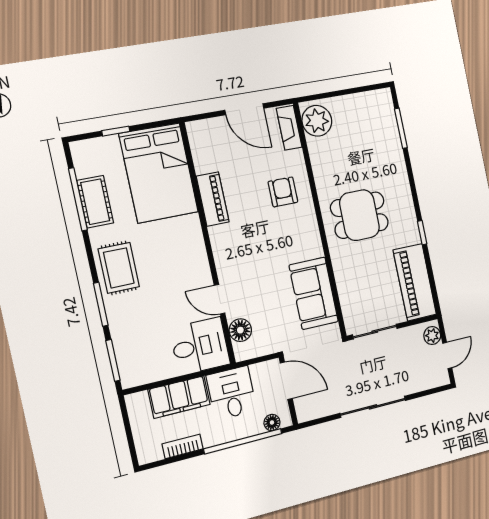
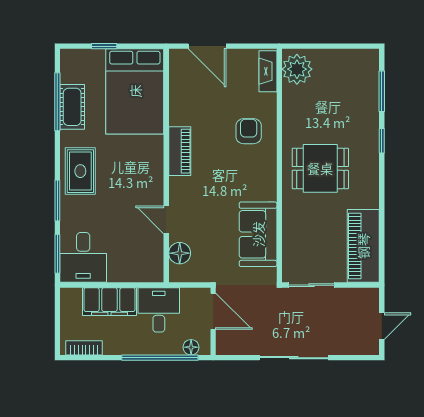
door: (244, 109) -> (207, 46), moved
piano: (213, 199) -> (180, 151), moved
window: (422, 233) -> (382, 141), moved
plant: (432, 336) -> (370, 303), removed
desk: (200, 346) -> (83, 257), moved, turned 90
bookcase: (183, 446) -> (84, 348), moved

